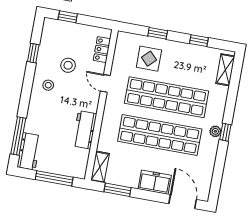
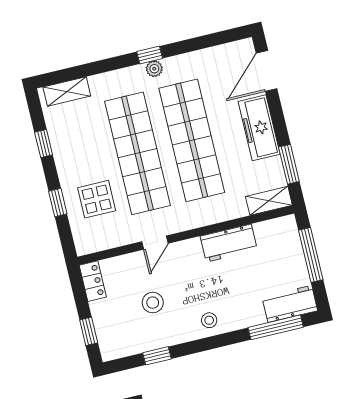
locker: (102, 50) -> (93, 281), moved, turned -90
stool: (48, 85) -> (209, 320), moved
freezer: (155, 182) -> (259, 128), width x1.40

